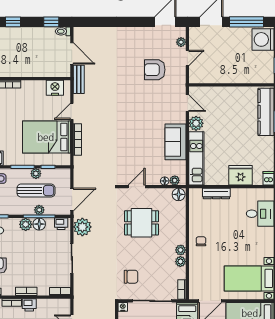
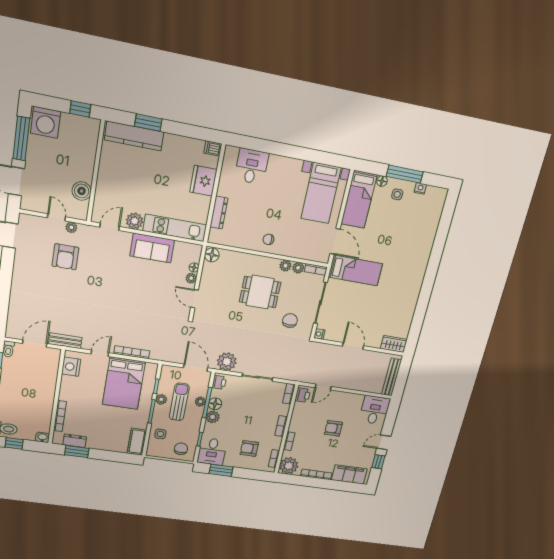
plant: (181, 42) -> (71, 227), moved
boiler: (213, 76) -> (82, 191), added
door: (72, 111) -> (100, 353), swing flipped
plant: (175, 180) -> (191, 278), moved
dining table: (141, 223) -> (260, 292), moved, turned 90
plant: (181, 250) -> (298, 268), moved
printer: (29, 305) -> (303, 395), moved

